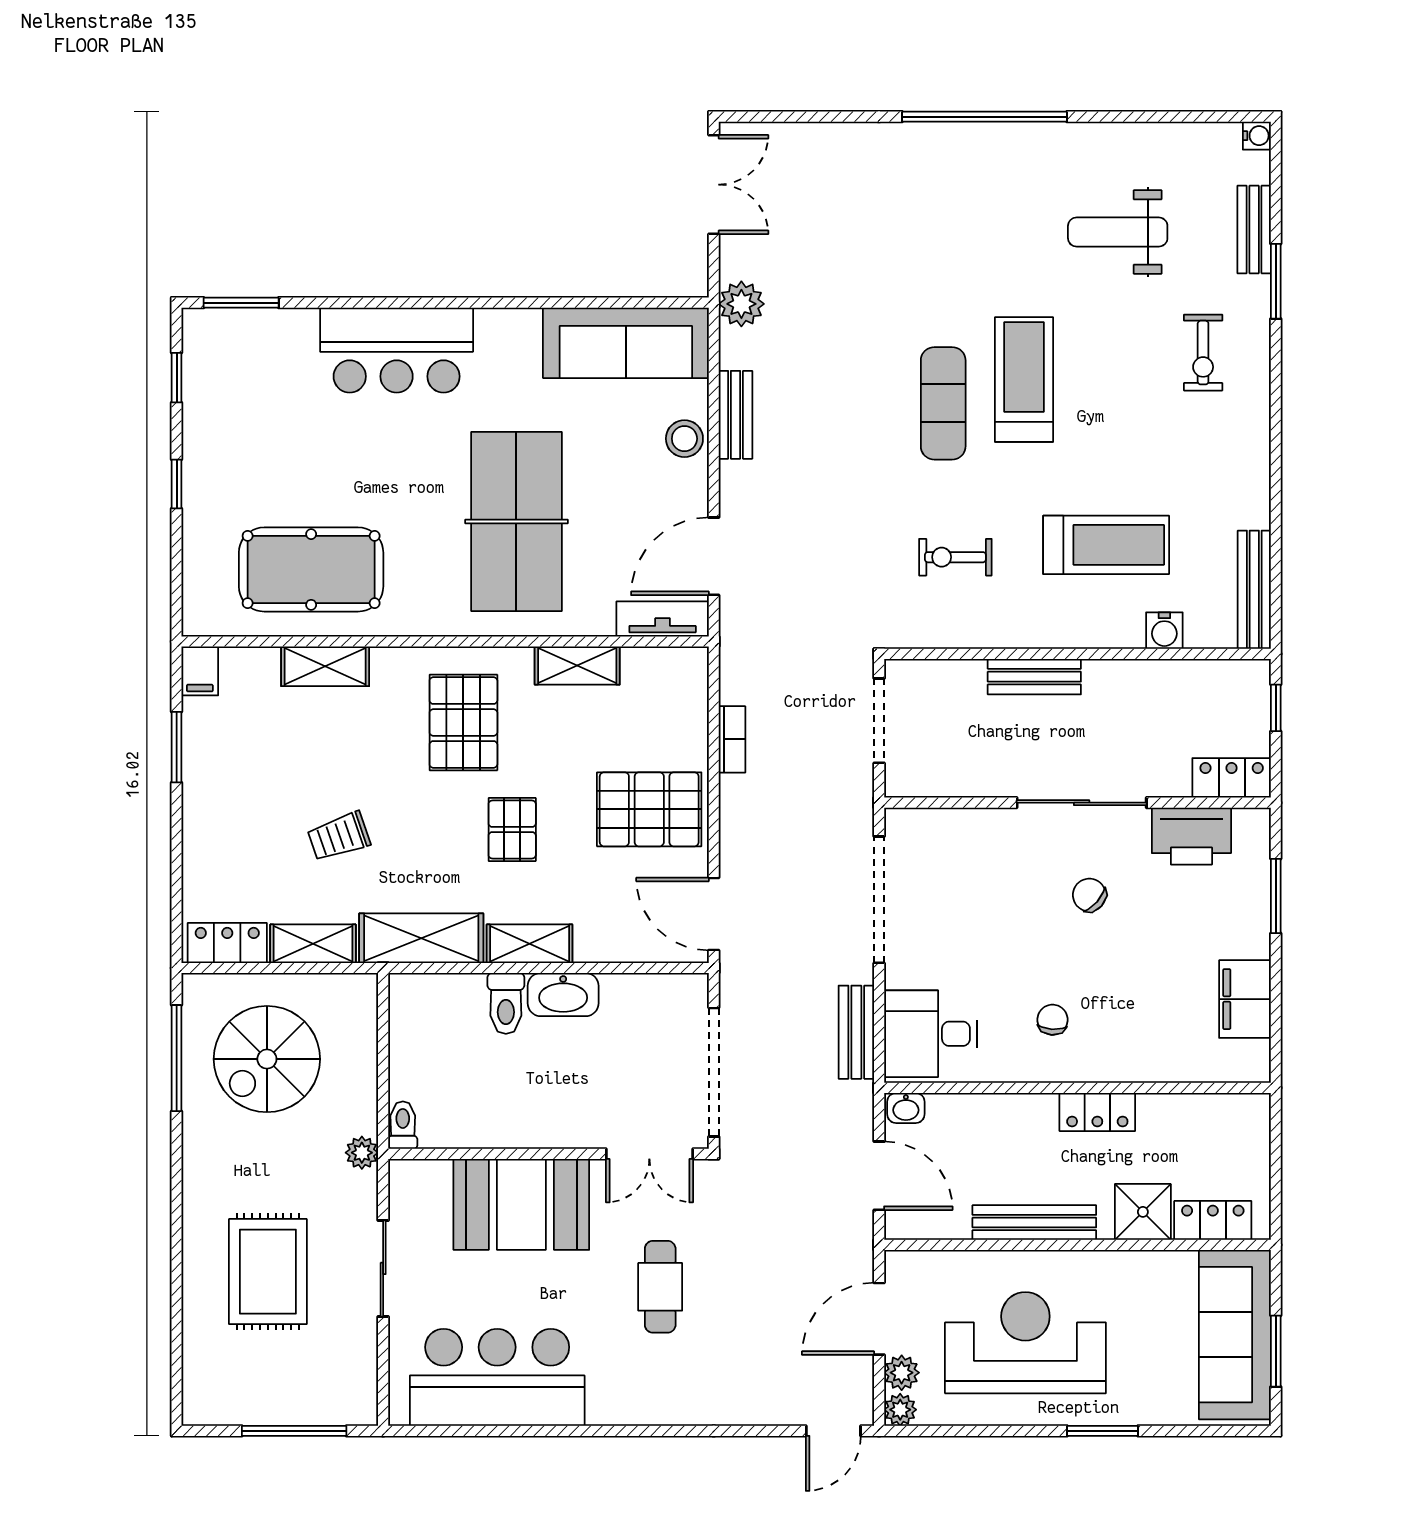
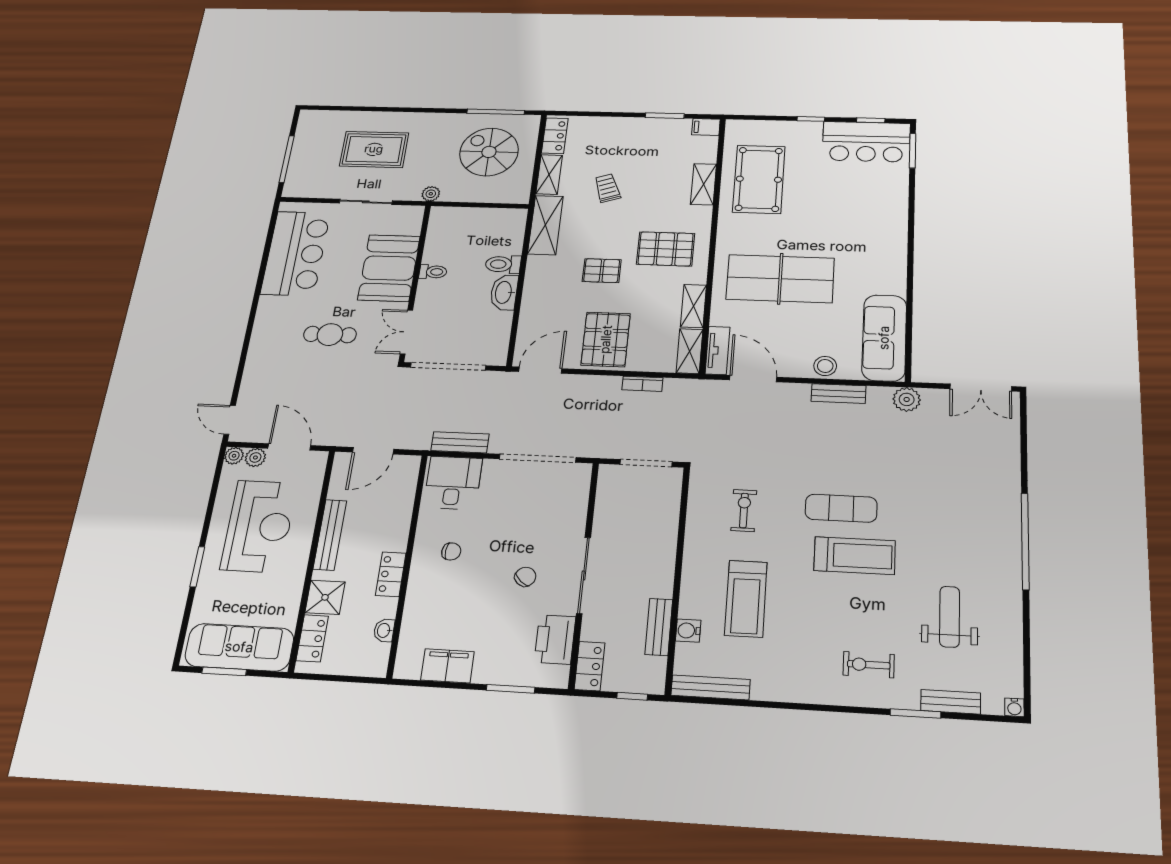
bar counter: (397, 350) -> (866, 142), moved, turned -90
bench: (1034, 677) -> (659, 627), moved
shelving: (530, 944) -> (689, 351), moved
washbasin: (906, 1108) -> (384, 630), moved
toilet: (403, 1125) -> (433, 272), moved

